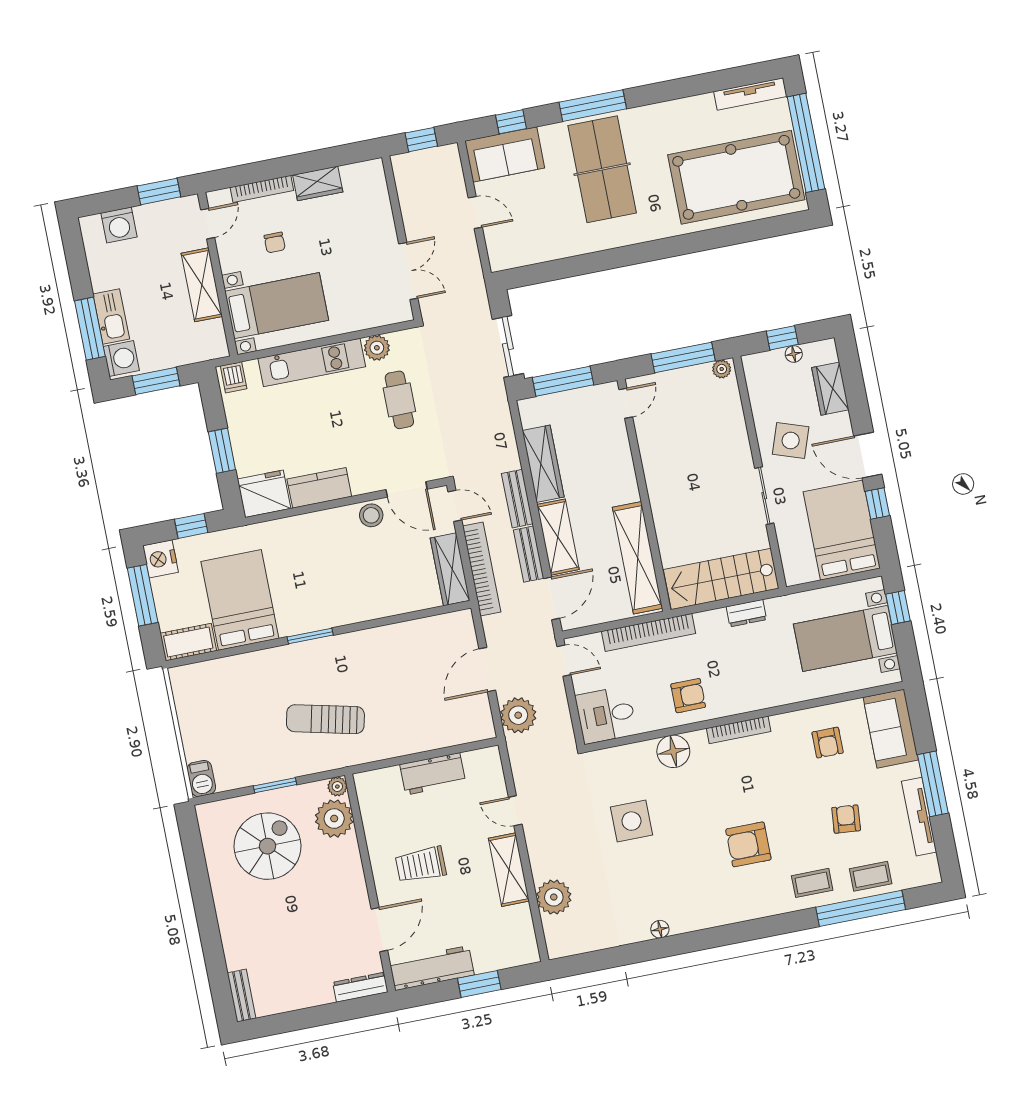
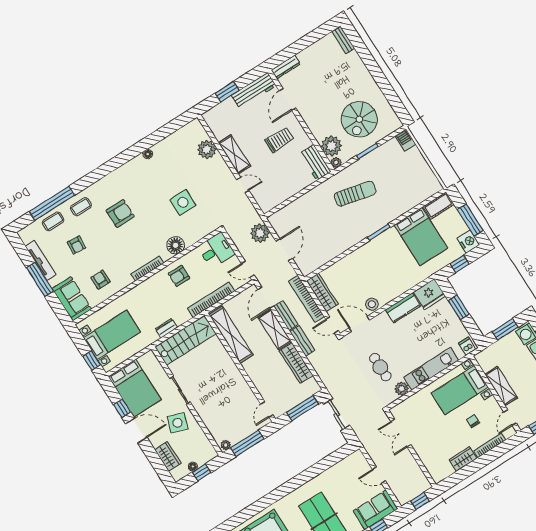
workbench: (433, 774) -> (315, 163), moved, turned -90

